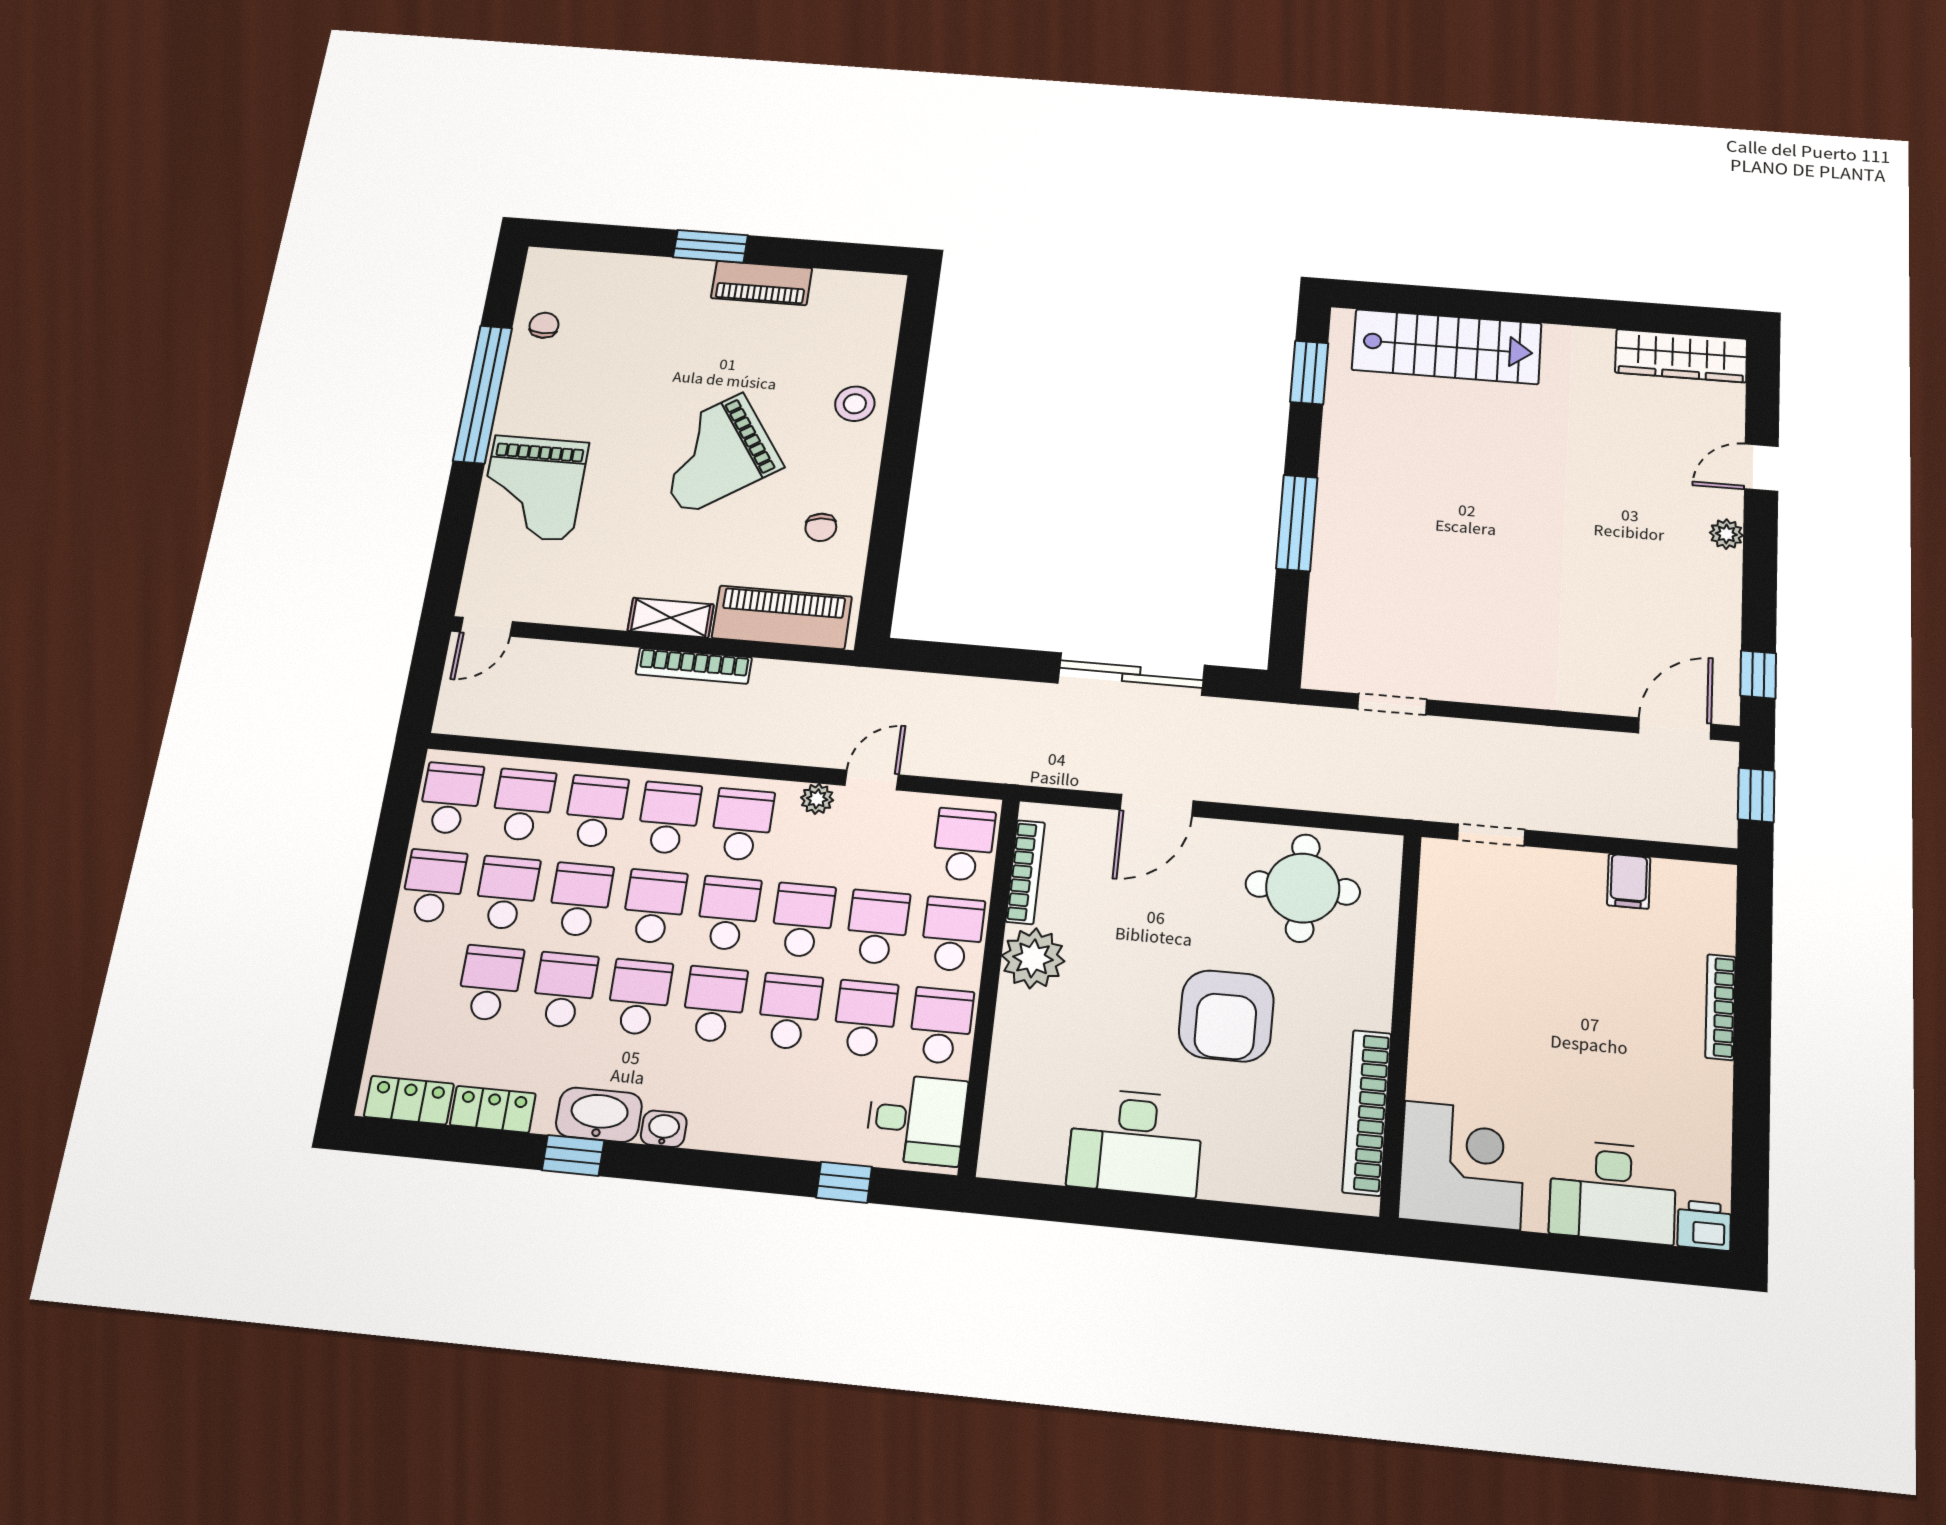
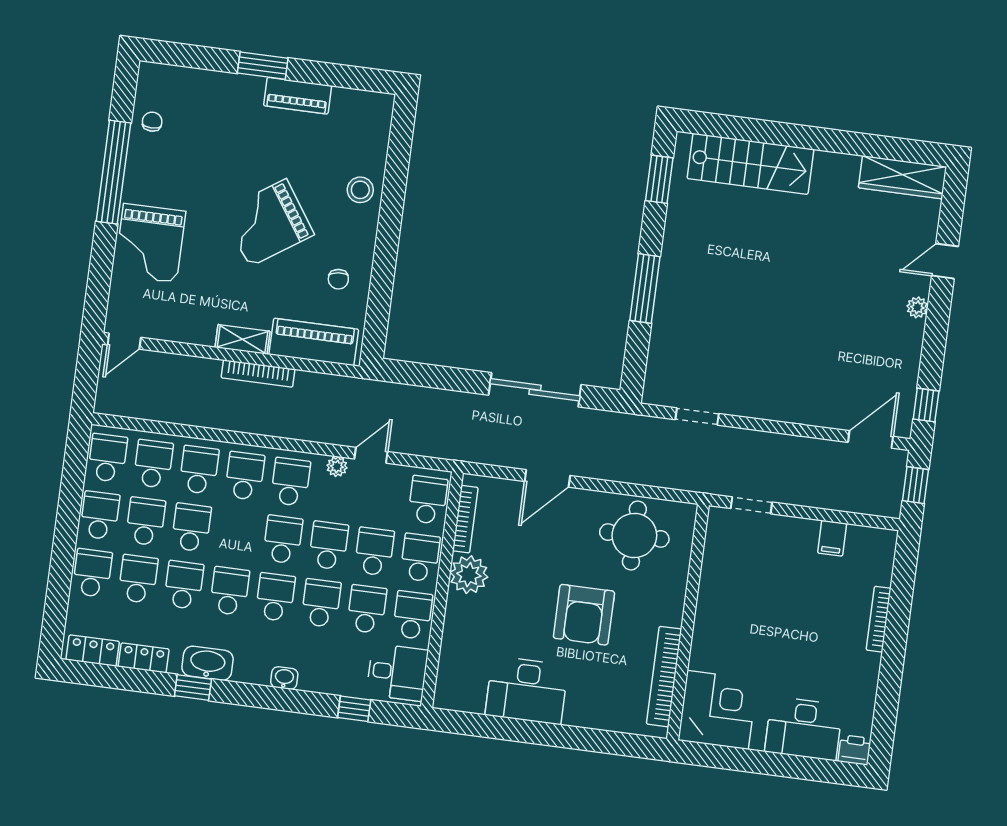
school desk: (654, 907) -> (92, 573), moved
washbasin: (664, 1129) -> (284, 678), moved

